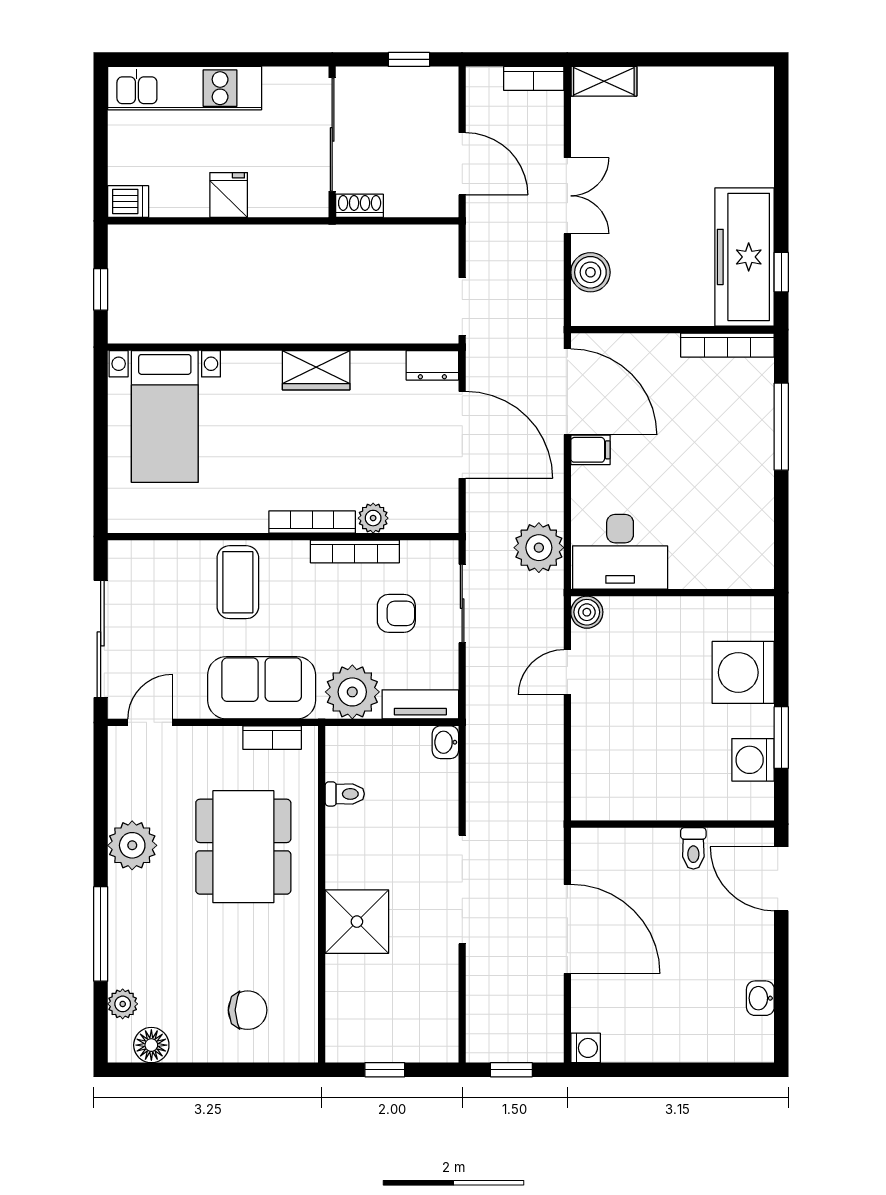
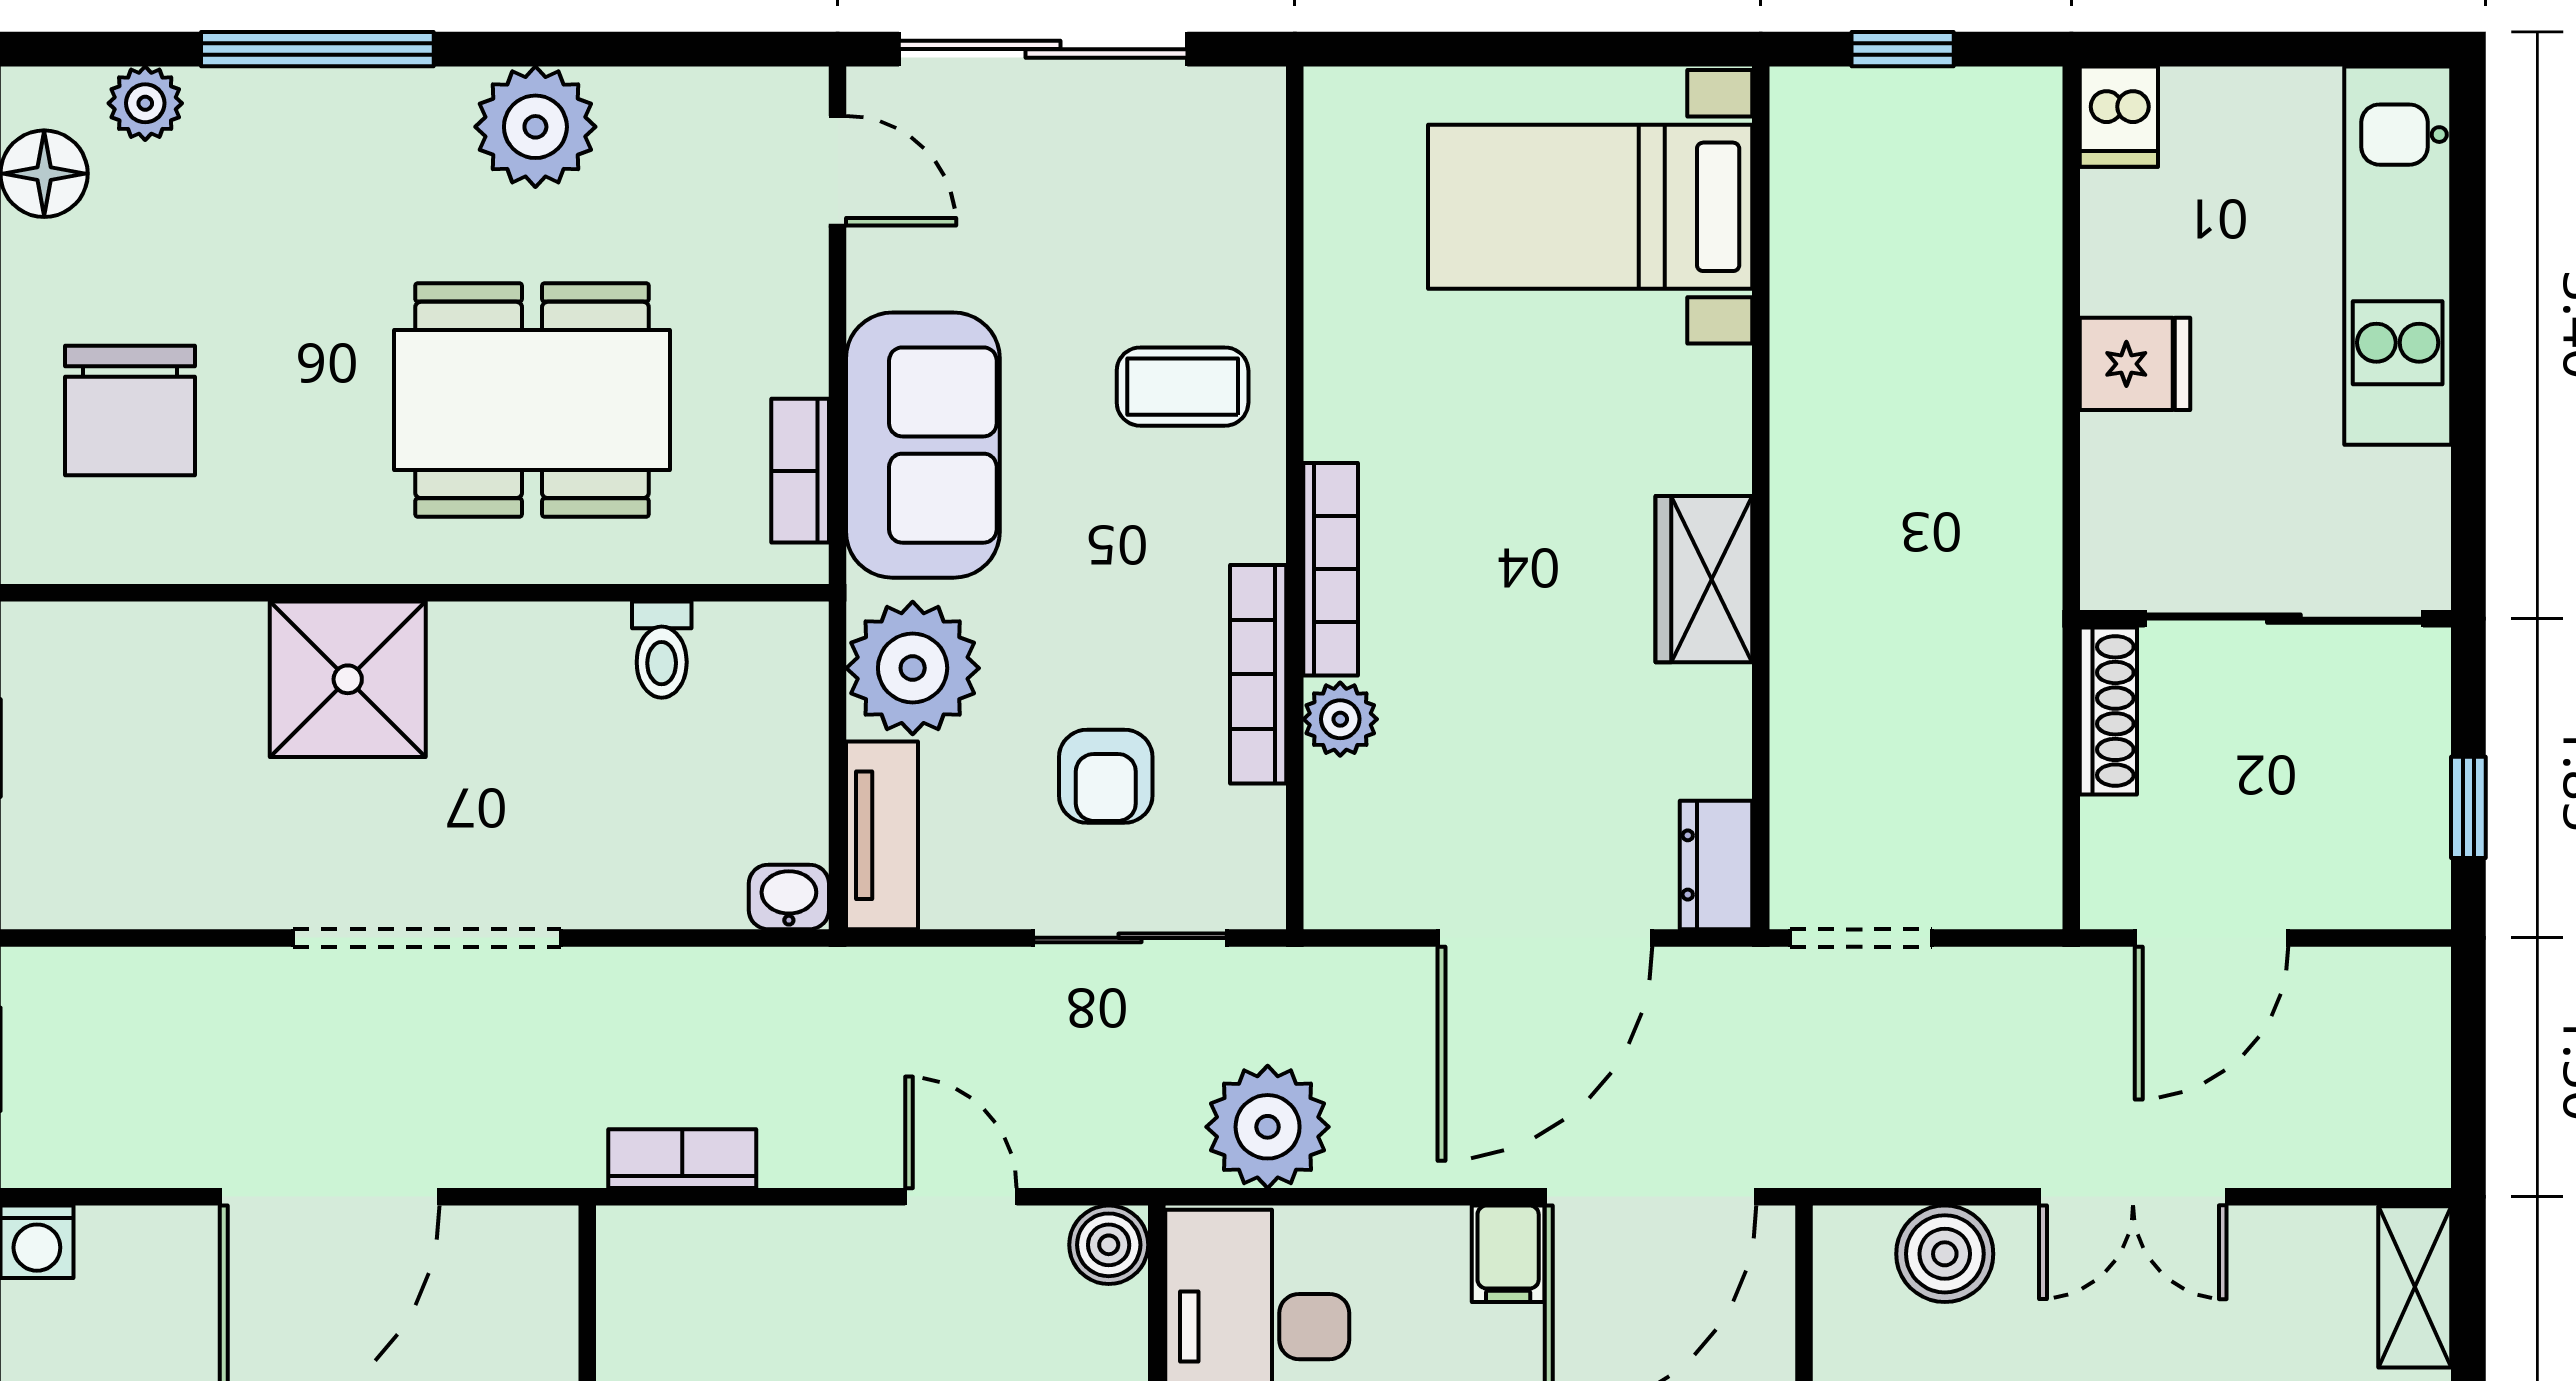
bookcase: (534, 78) -> (682, 1159), moved, turned 90
shoe rack: (360, 206) -> (2108, 711), width x1.43
coffee table: (238, 582) -> (1183, 387), width x0.73, depth x0.77
chair: (248, 1010) -> (130, 410), width x1.37, depth x1.37

